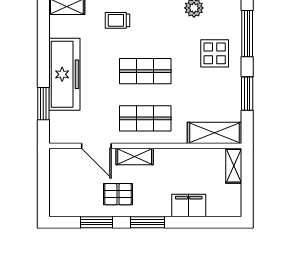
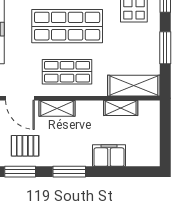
shop shelf: (145, 71) -> (67, 26), width x1.43, depth x1.36
shelving: (234, 166) -> (121, 108), moved, turned 90
pallet: (118, 194) -> (25, 146), moved

